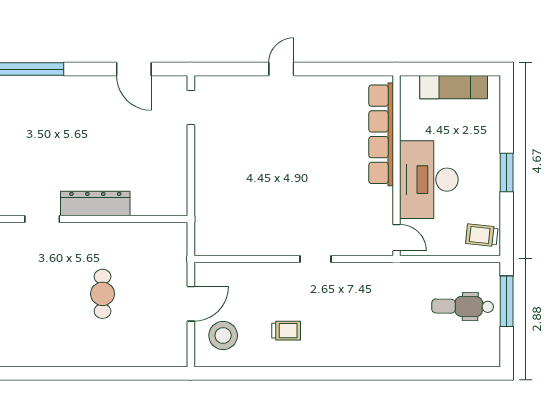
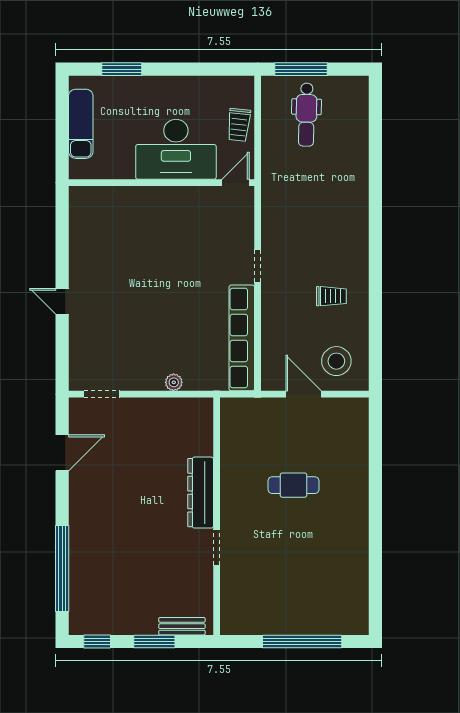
row of seats: (381, 134) -> (242, 338), moved, turned 90
window: (507, 173) -> (122, 69), moved
plant: (202, 177) -> (174, 382), added
trolley: (482, 235) -> (239, 125), moved
trolley: (286, 331) -> (331, 296), turned 90

